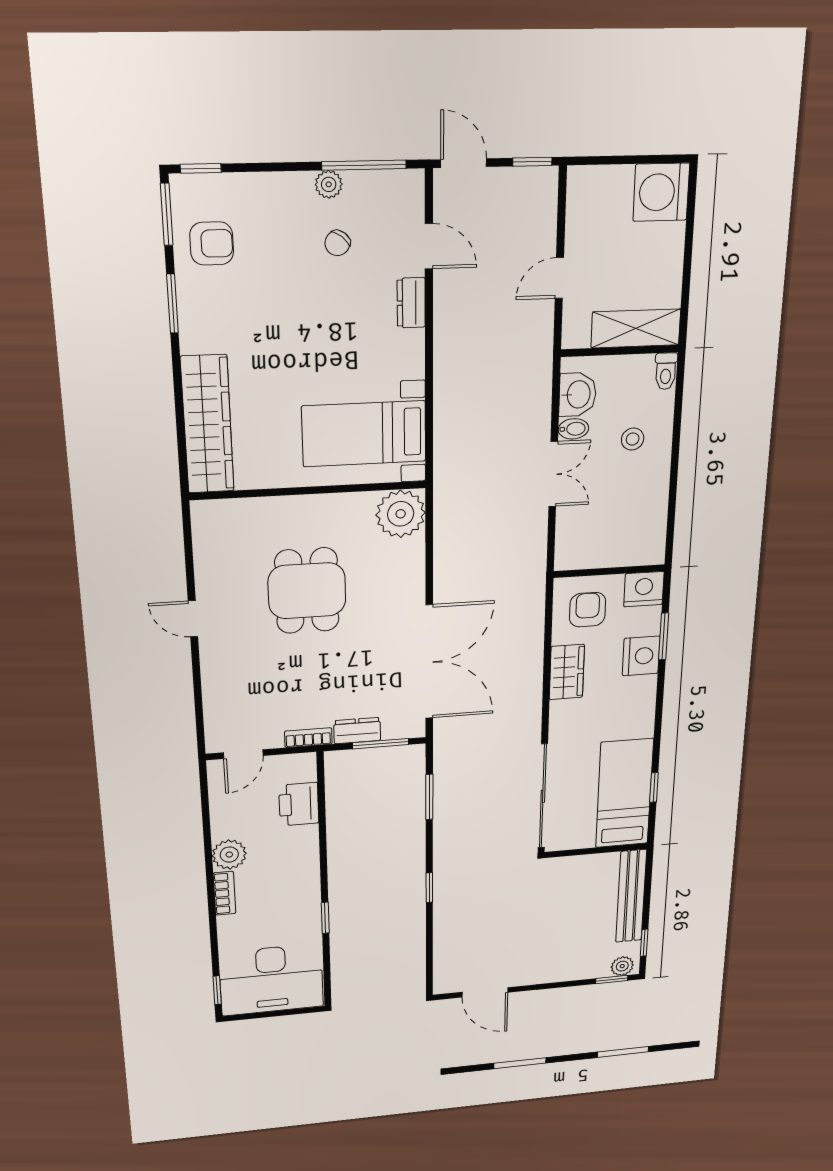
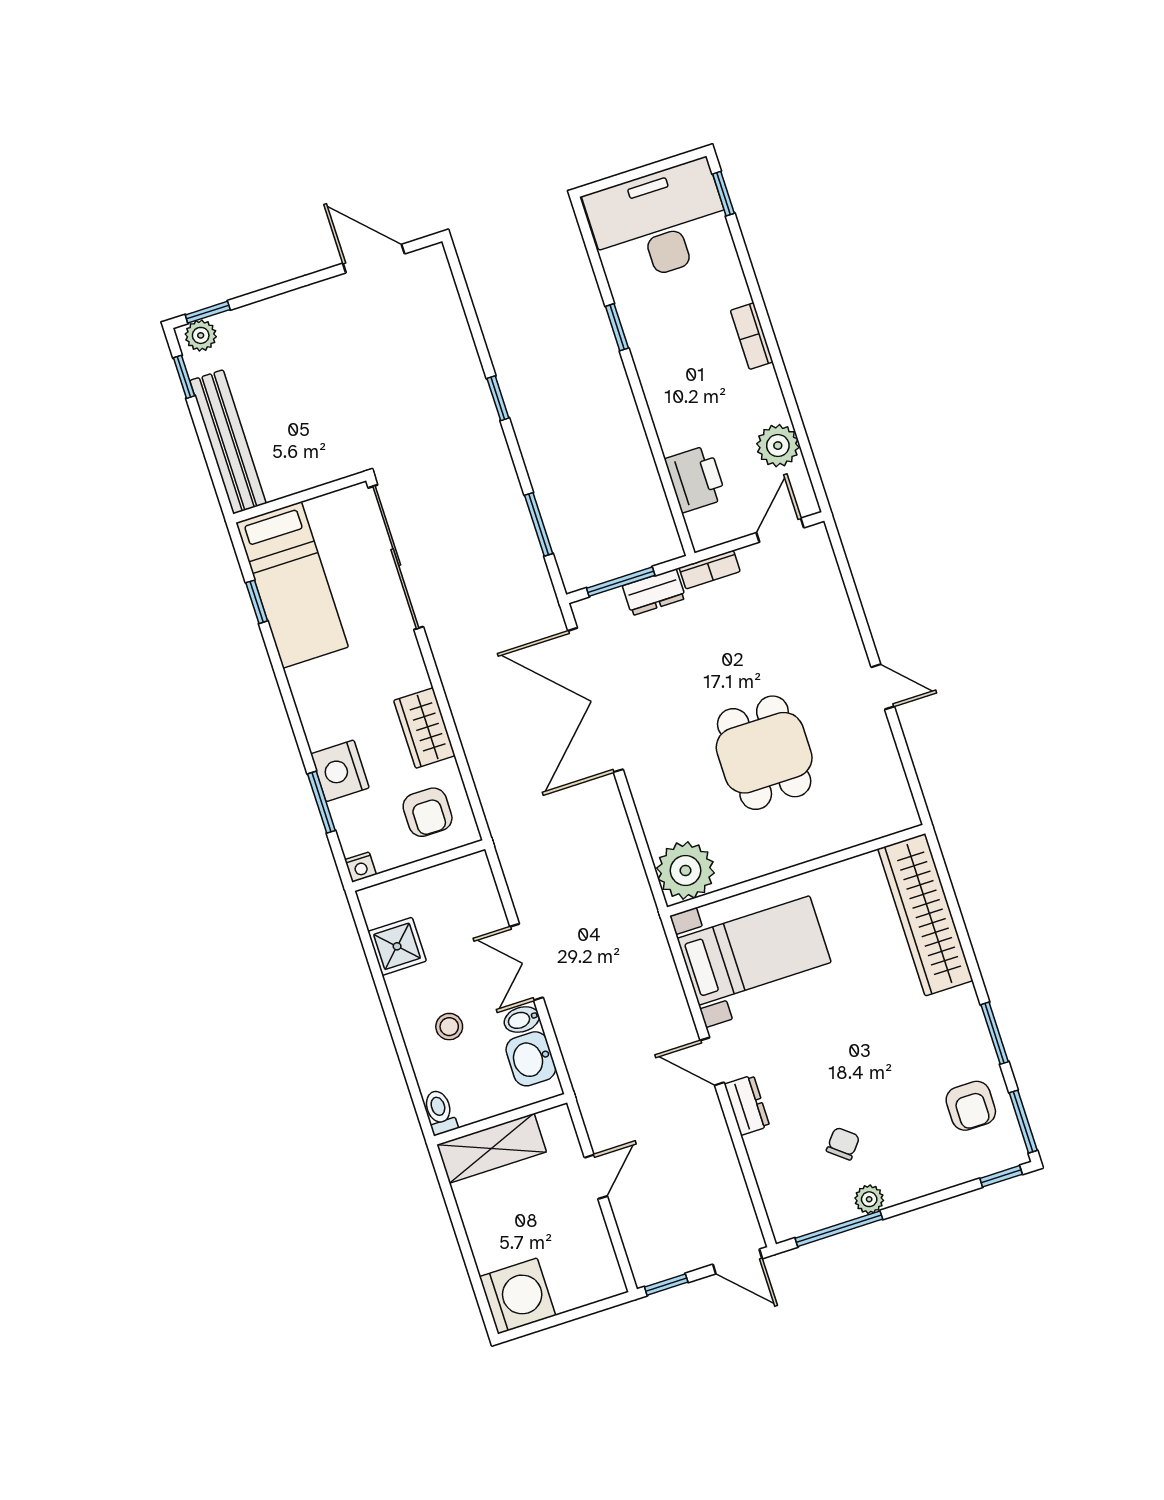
armchair: (212, 243) -> (971, 1106), turned -90
door: (429, 246) -> (712, 1061), moved
shower: (649, 514) -> (397, 946), added
nightstand: (644, 589) -> (360, 867), width x0.53, depth x0.56
plant: (229, 855) -> (778, 446), moved

